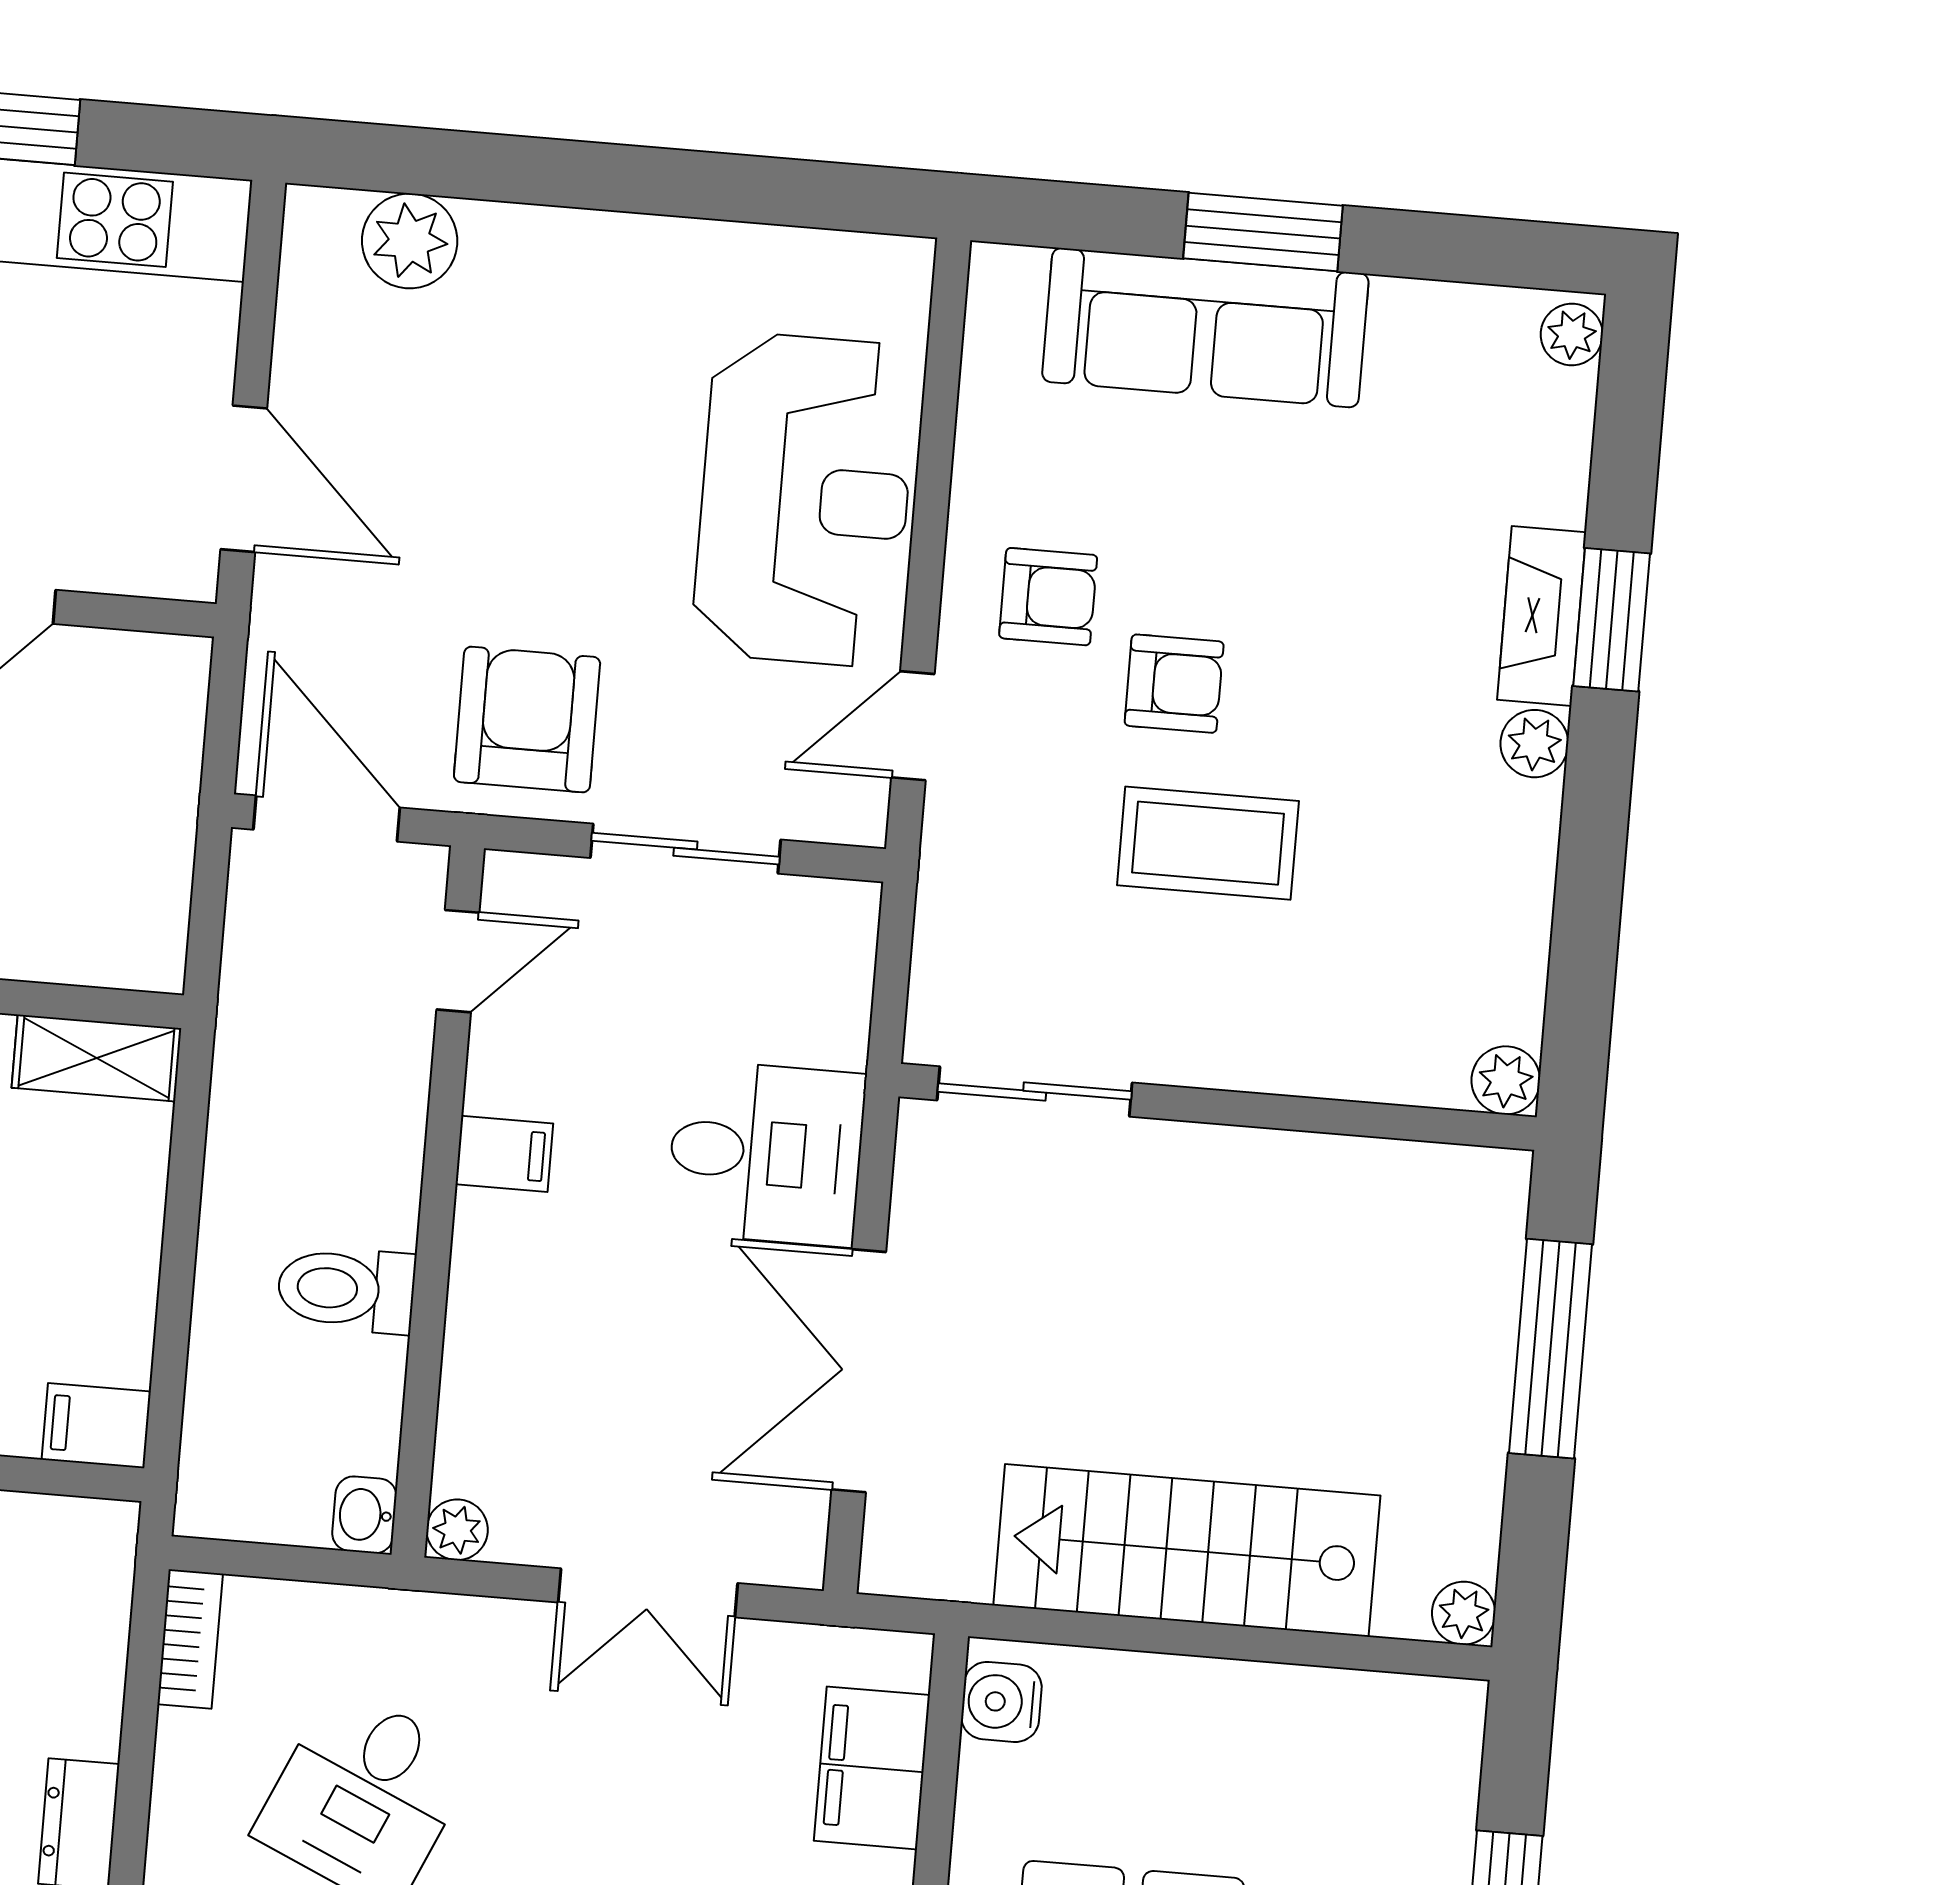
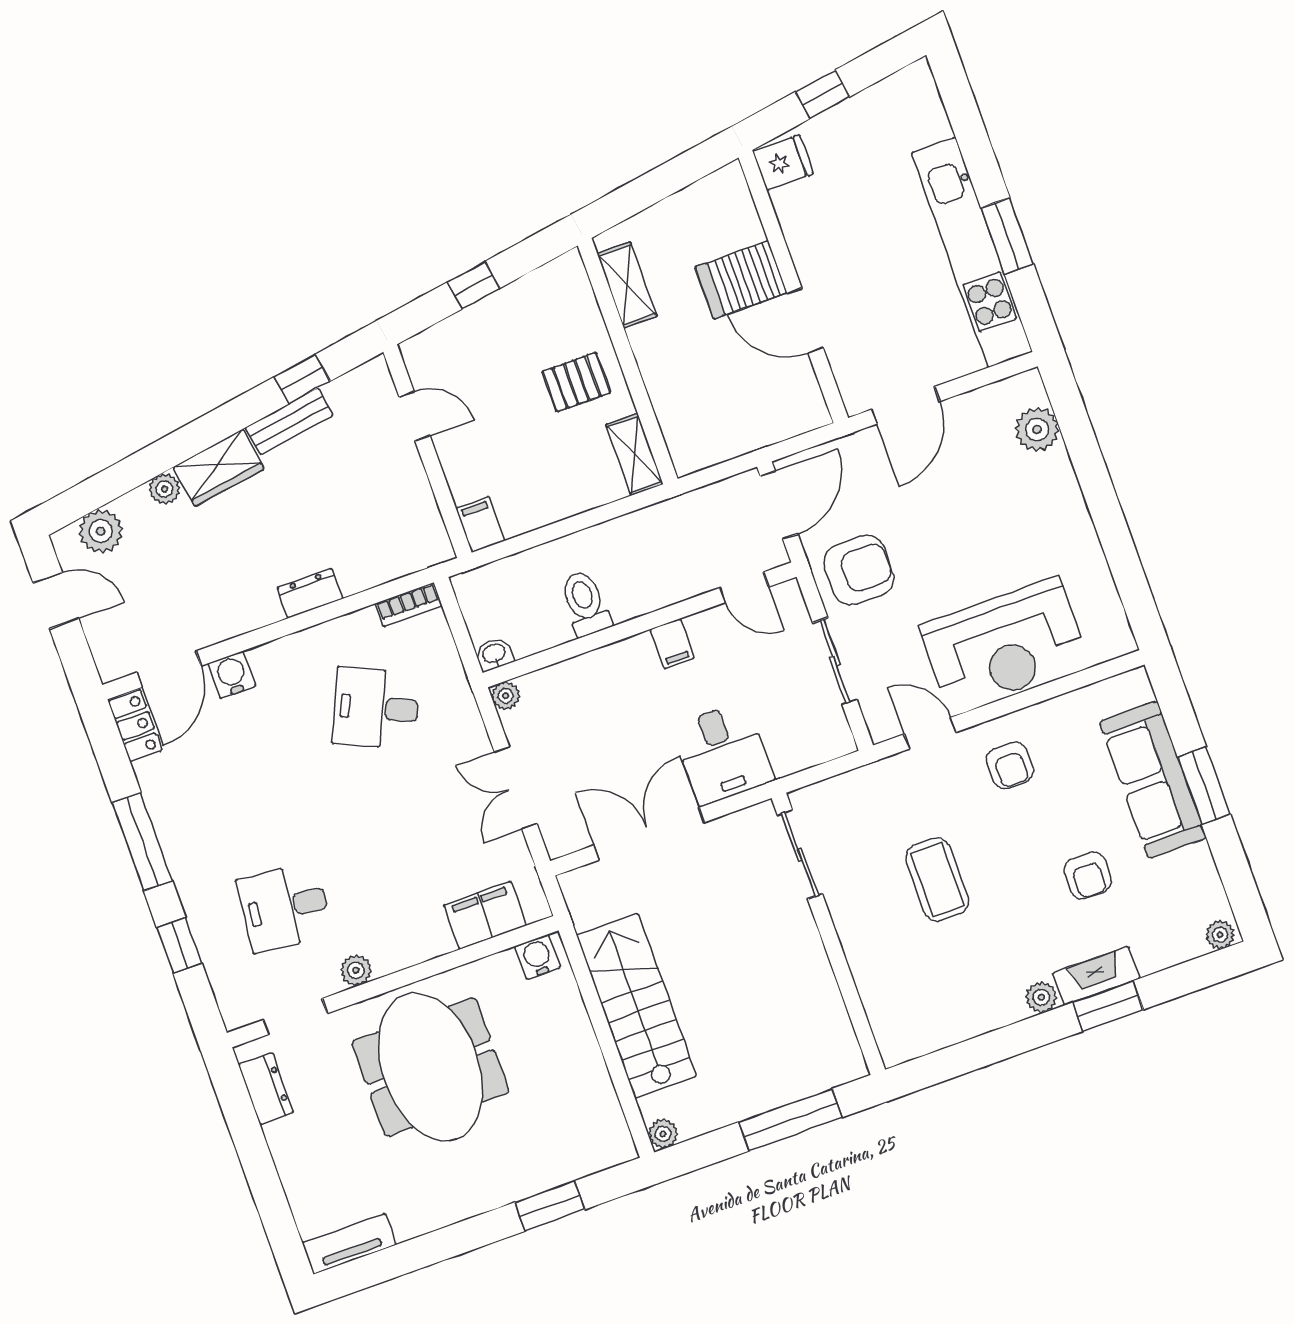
armchair: (1174, 684) -> (1088, 875), moved
plant: (1506, 1080) -> (895, 1050), removed

